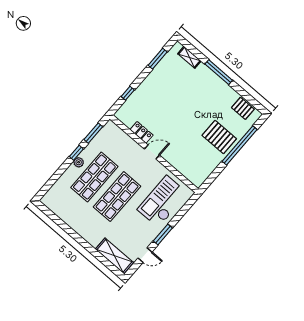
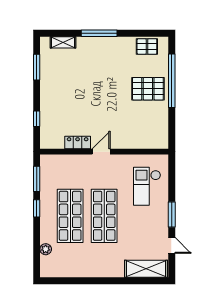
plant: (79, 162) -> (46, 249), moved
checkout: (163, 201) -> (147, 186), width x0.73, depth x0.83
door: (145, 255) -> (172, 245), hinge flipped

